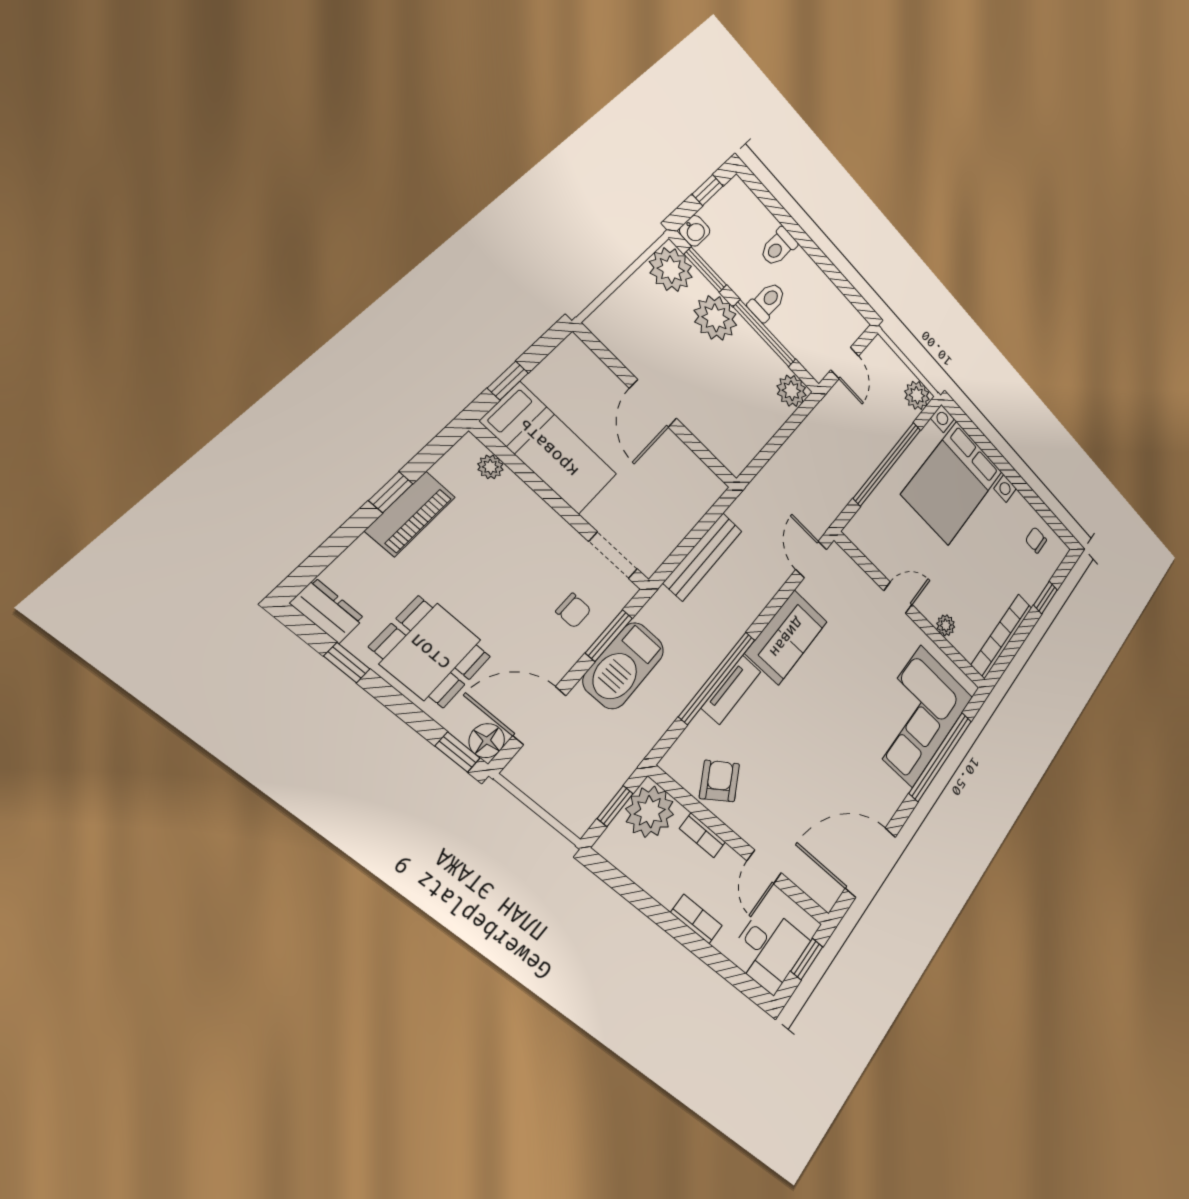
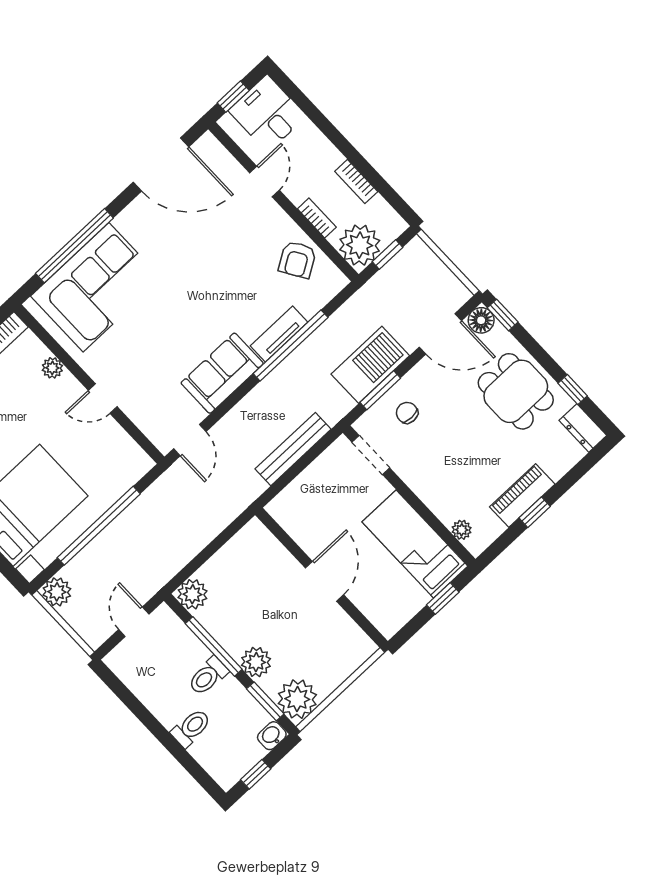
plant: (715, 318) -> (256, 662), width x0.73, depth x0.73
bookcase: (696, 919) -> (356, 182), moved

